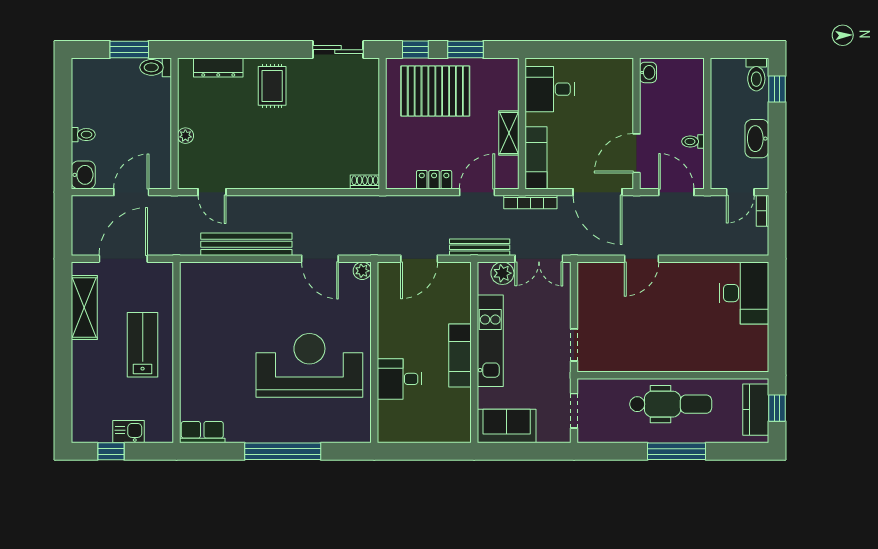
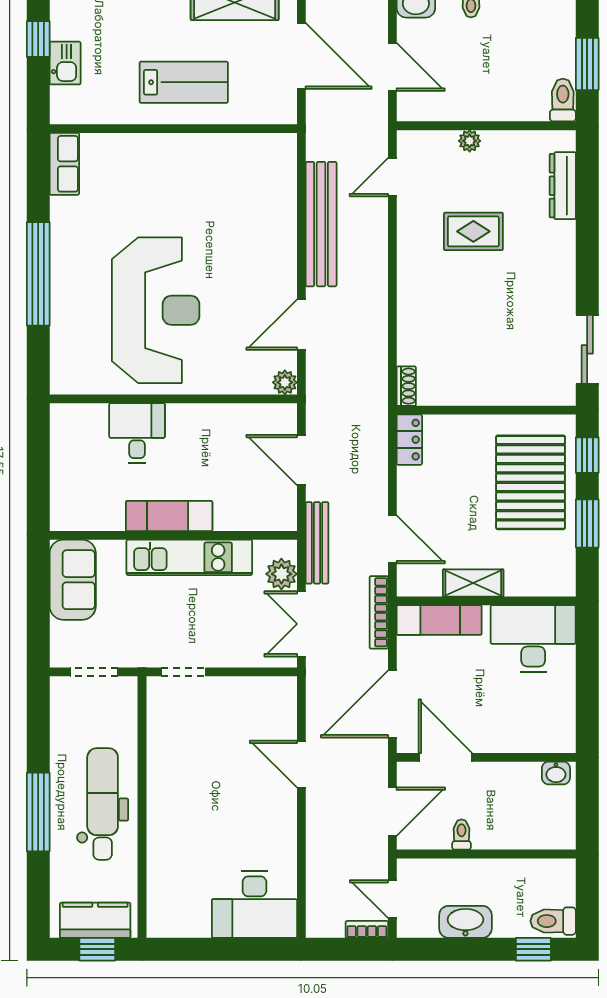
rug: (272, 86) -> (473, 231), moved
desk: (550, 89) -> (533, 638), width x1.37
locker: (434, 180) -> (409, 440), moved
dental chair: (671, 404) -> (103, 804), turned 180

